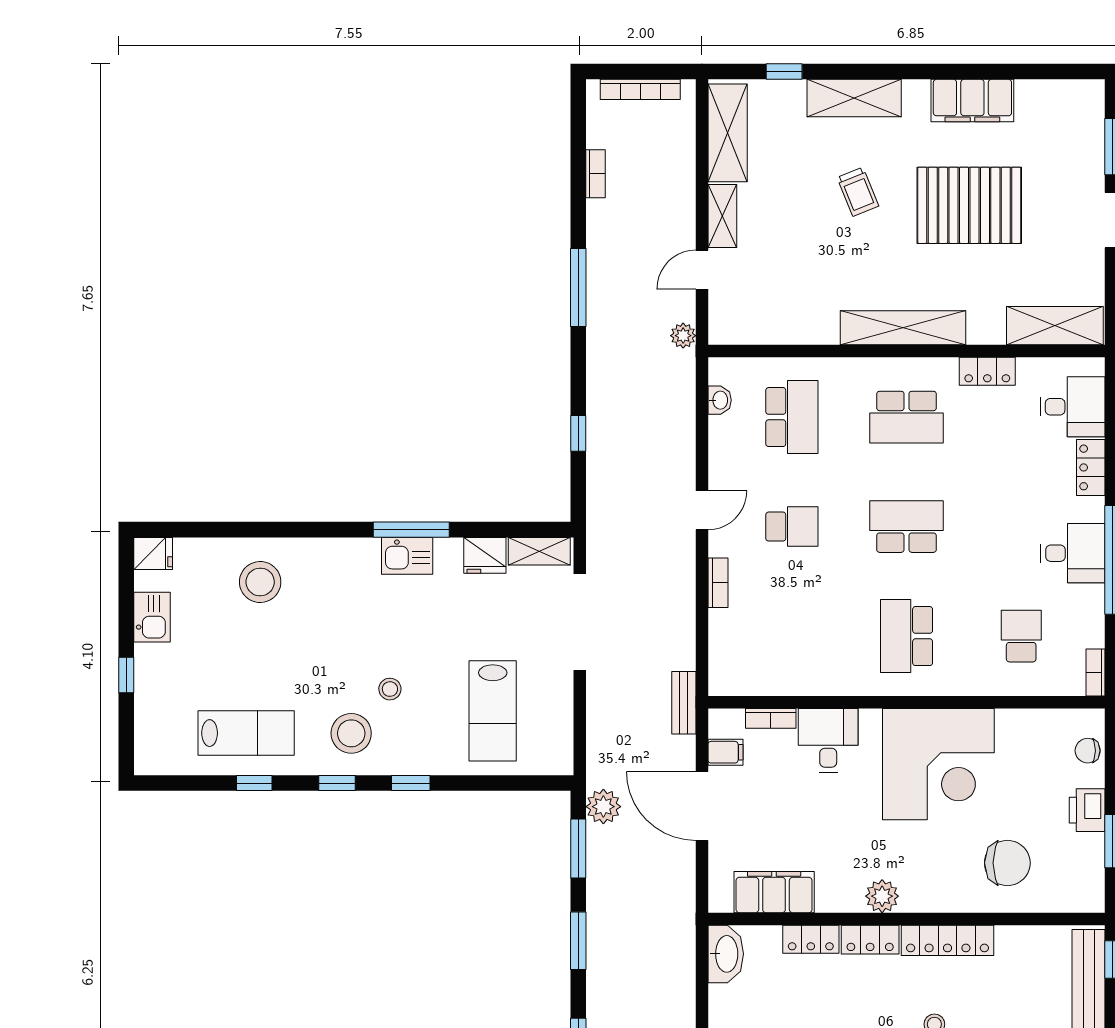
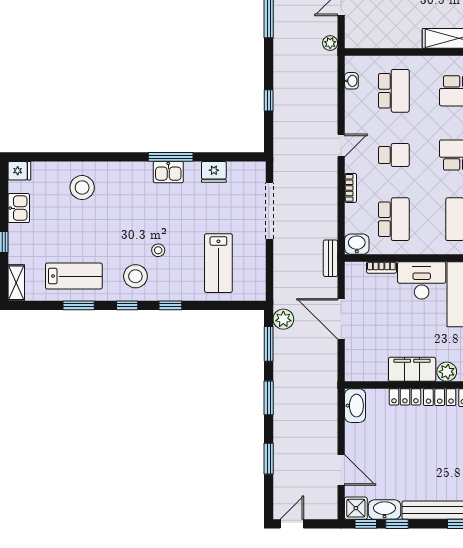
shelving: (539, 551) -> (16, 283), moved, turned 90
school desk: (792, 636) -> (394, 219), added
washbasin: (729, 679) -> (357, 244), added
desk: (828, 740) -> (422, 280), width x1.37
filing cabinet: (725, 752) -> (355, 287), removed
window: (254, 783) -> (79, 305), width x1.50
filing cabinet: (774, 892) -> (412, 369), moved

